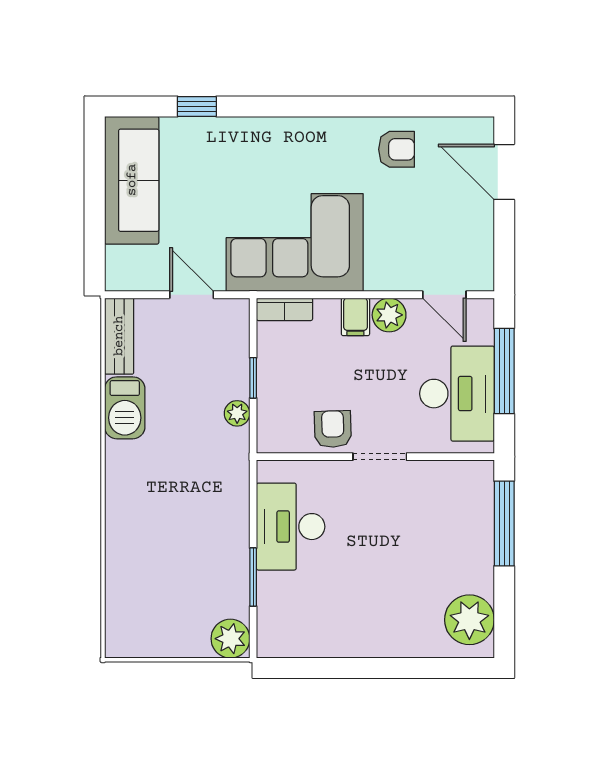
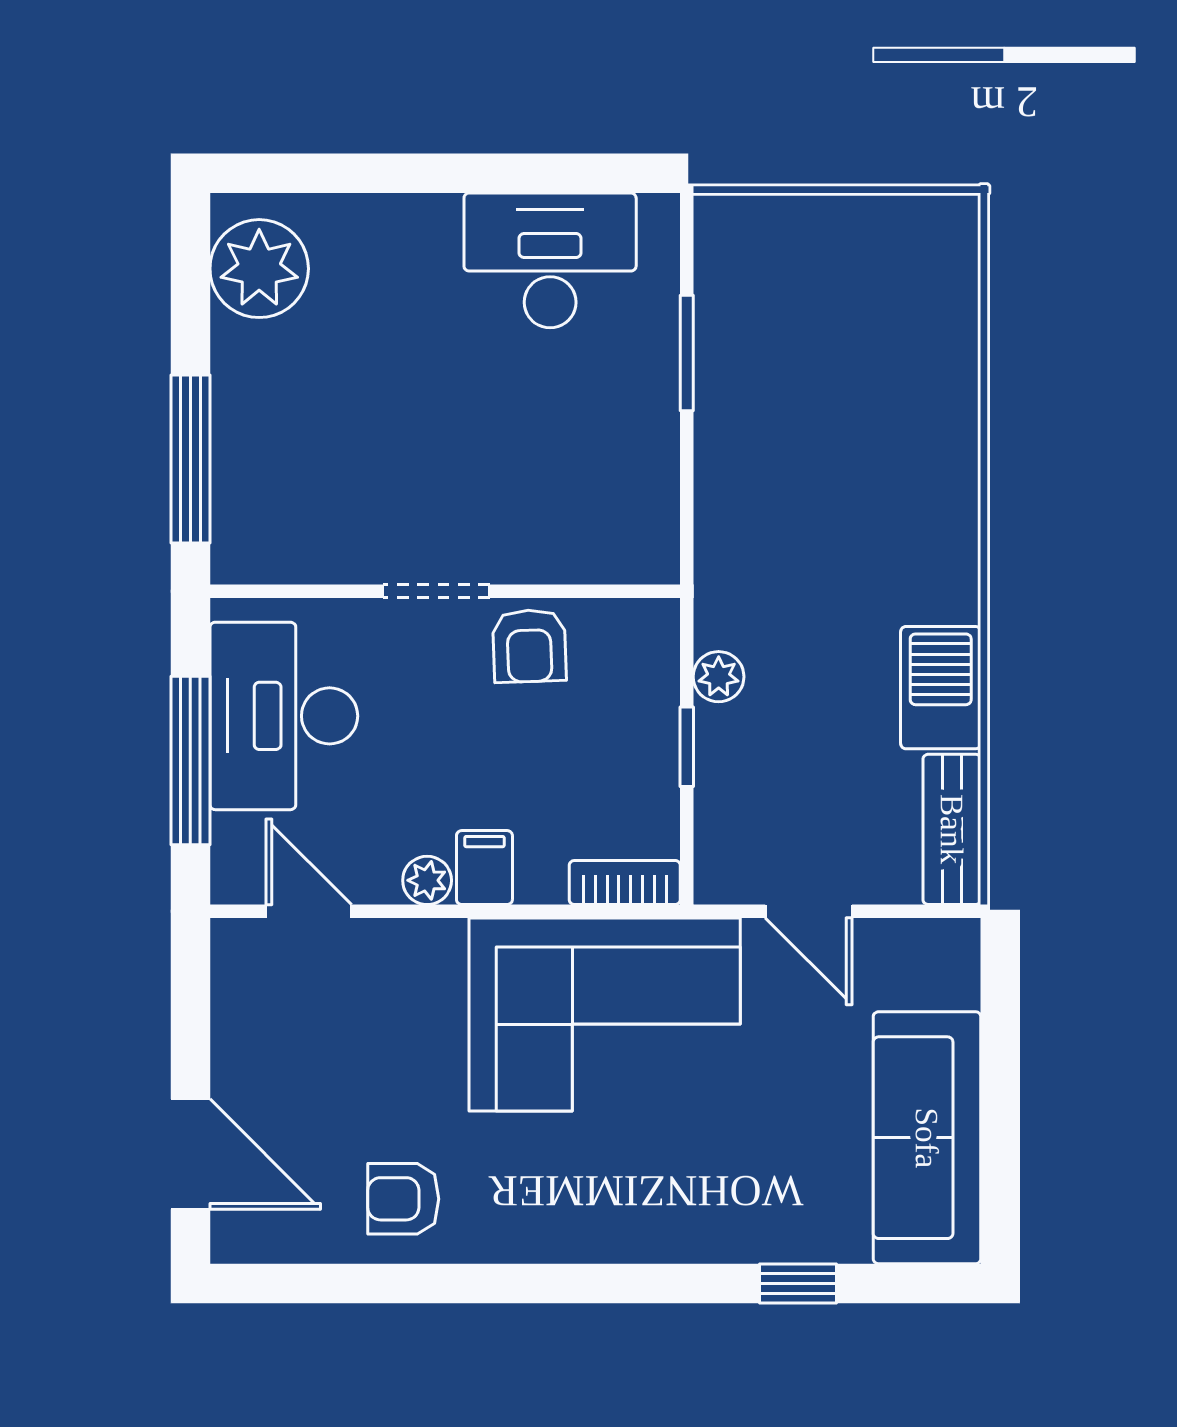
plant: (389, 315) -> (427, 880), width x0.73, depth x0.73
desk: (291, 527) -> (550, 260), moved, turned -90
plant: (230, 639) -> (732, 231), removed

